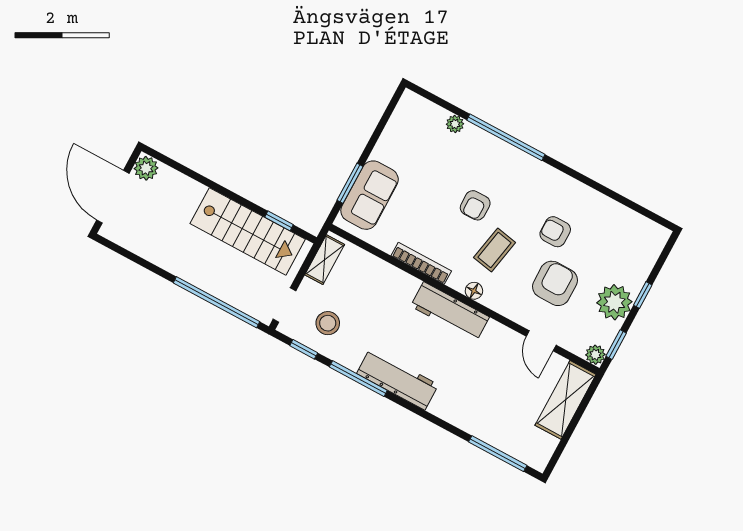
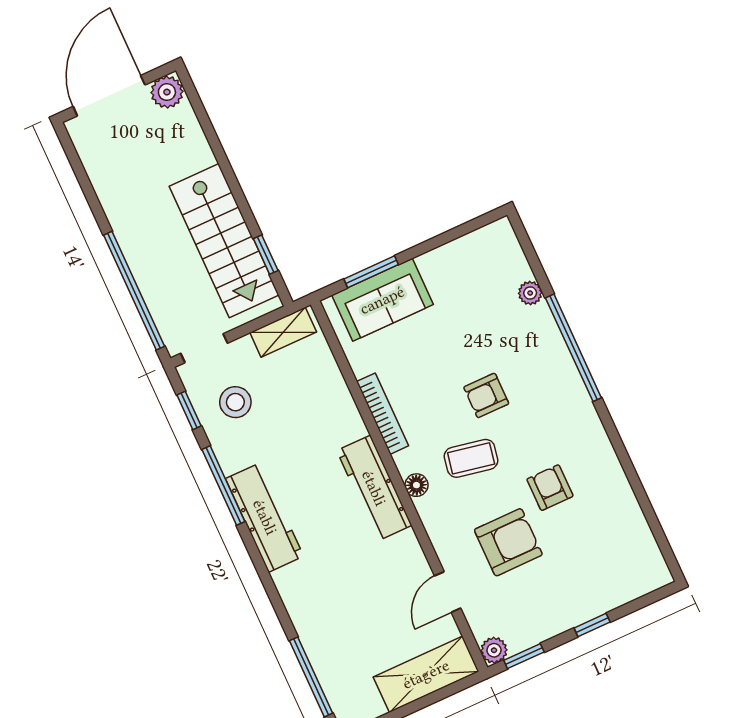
plant: (614, 302) -> (556, 610), removed

